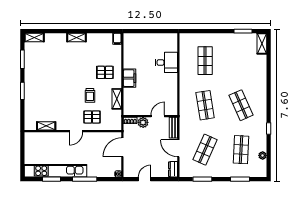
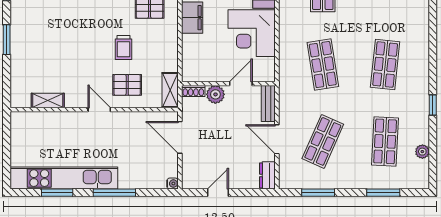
corner desk: (164, 87) -> (252, 33), added
shelving: (117, 99) -> (170, 90), moved
shop shelf: (241, 105) -> (385, 64), turned 30
door: (76, 131) -> (99, 110), swing flipped
door: (122, 147) -> (180, 137), hinge flipped

